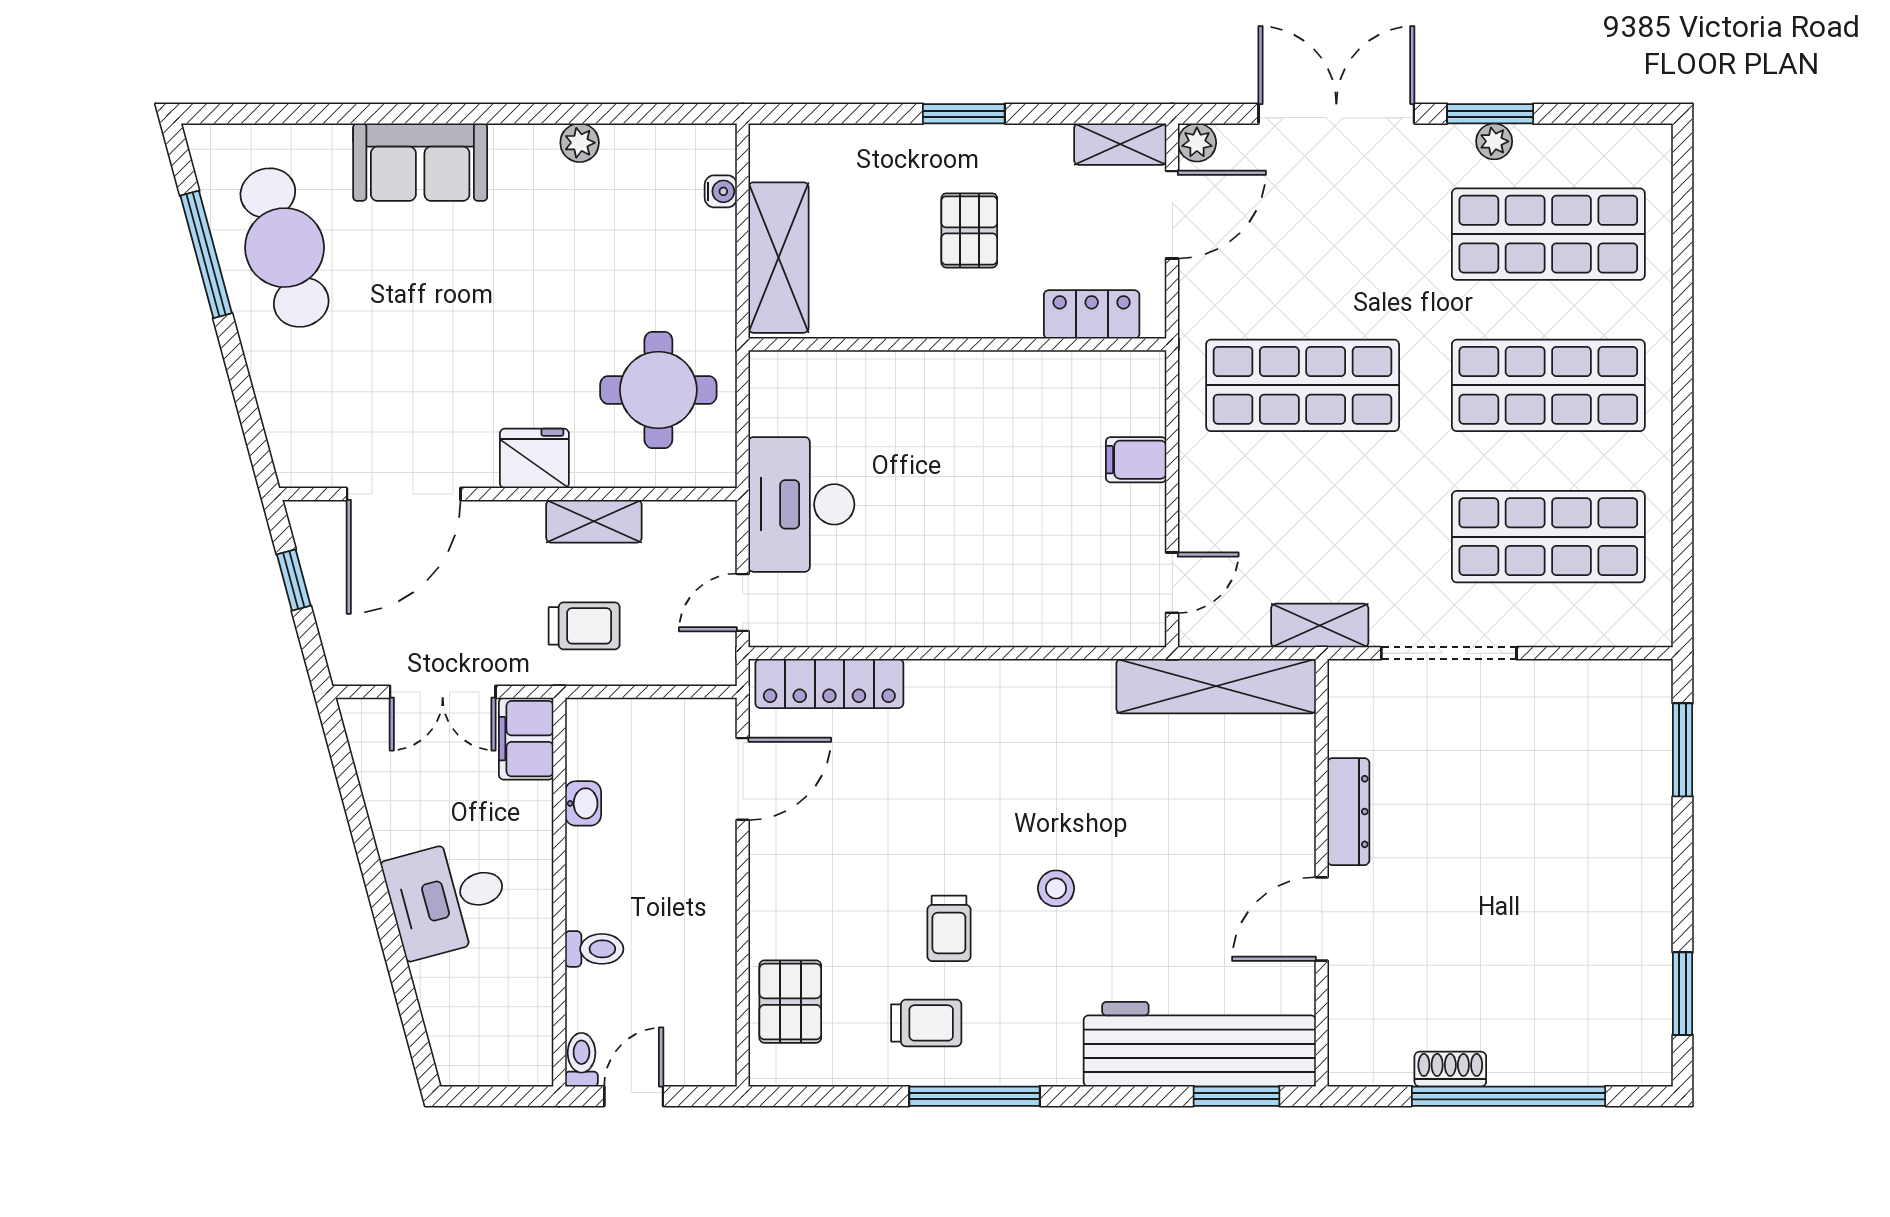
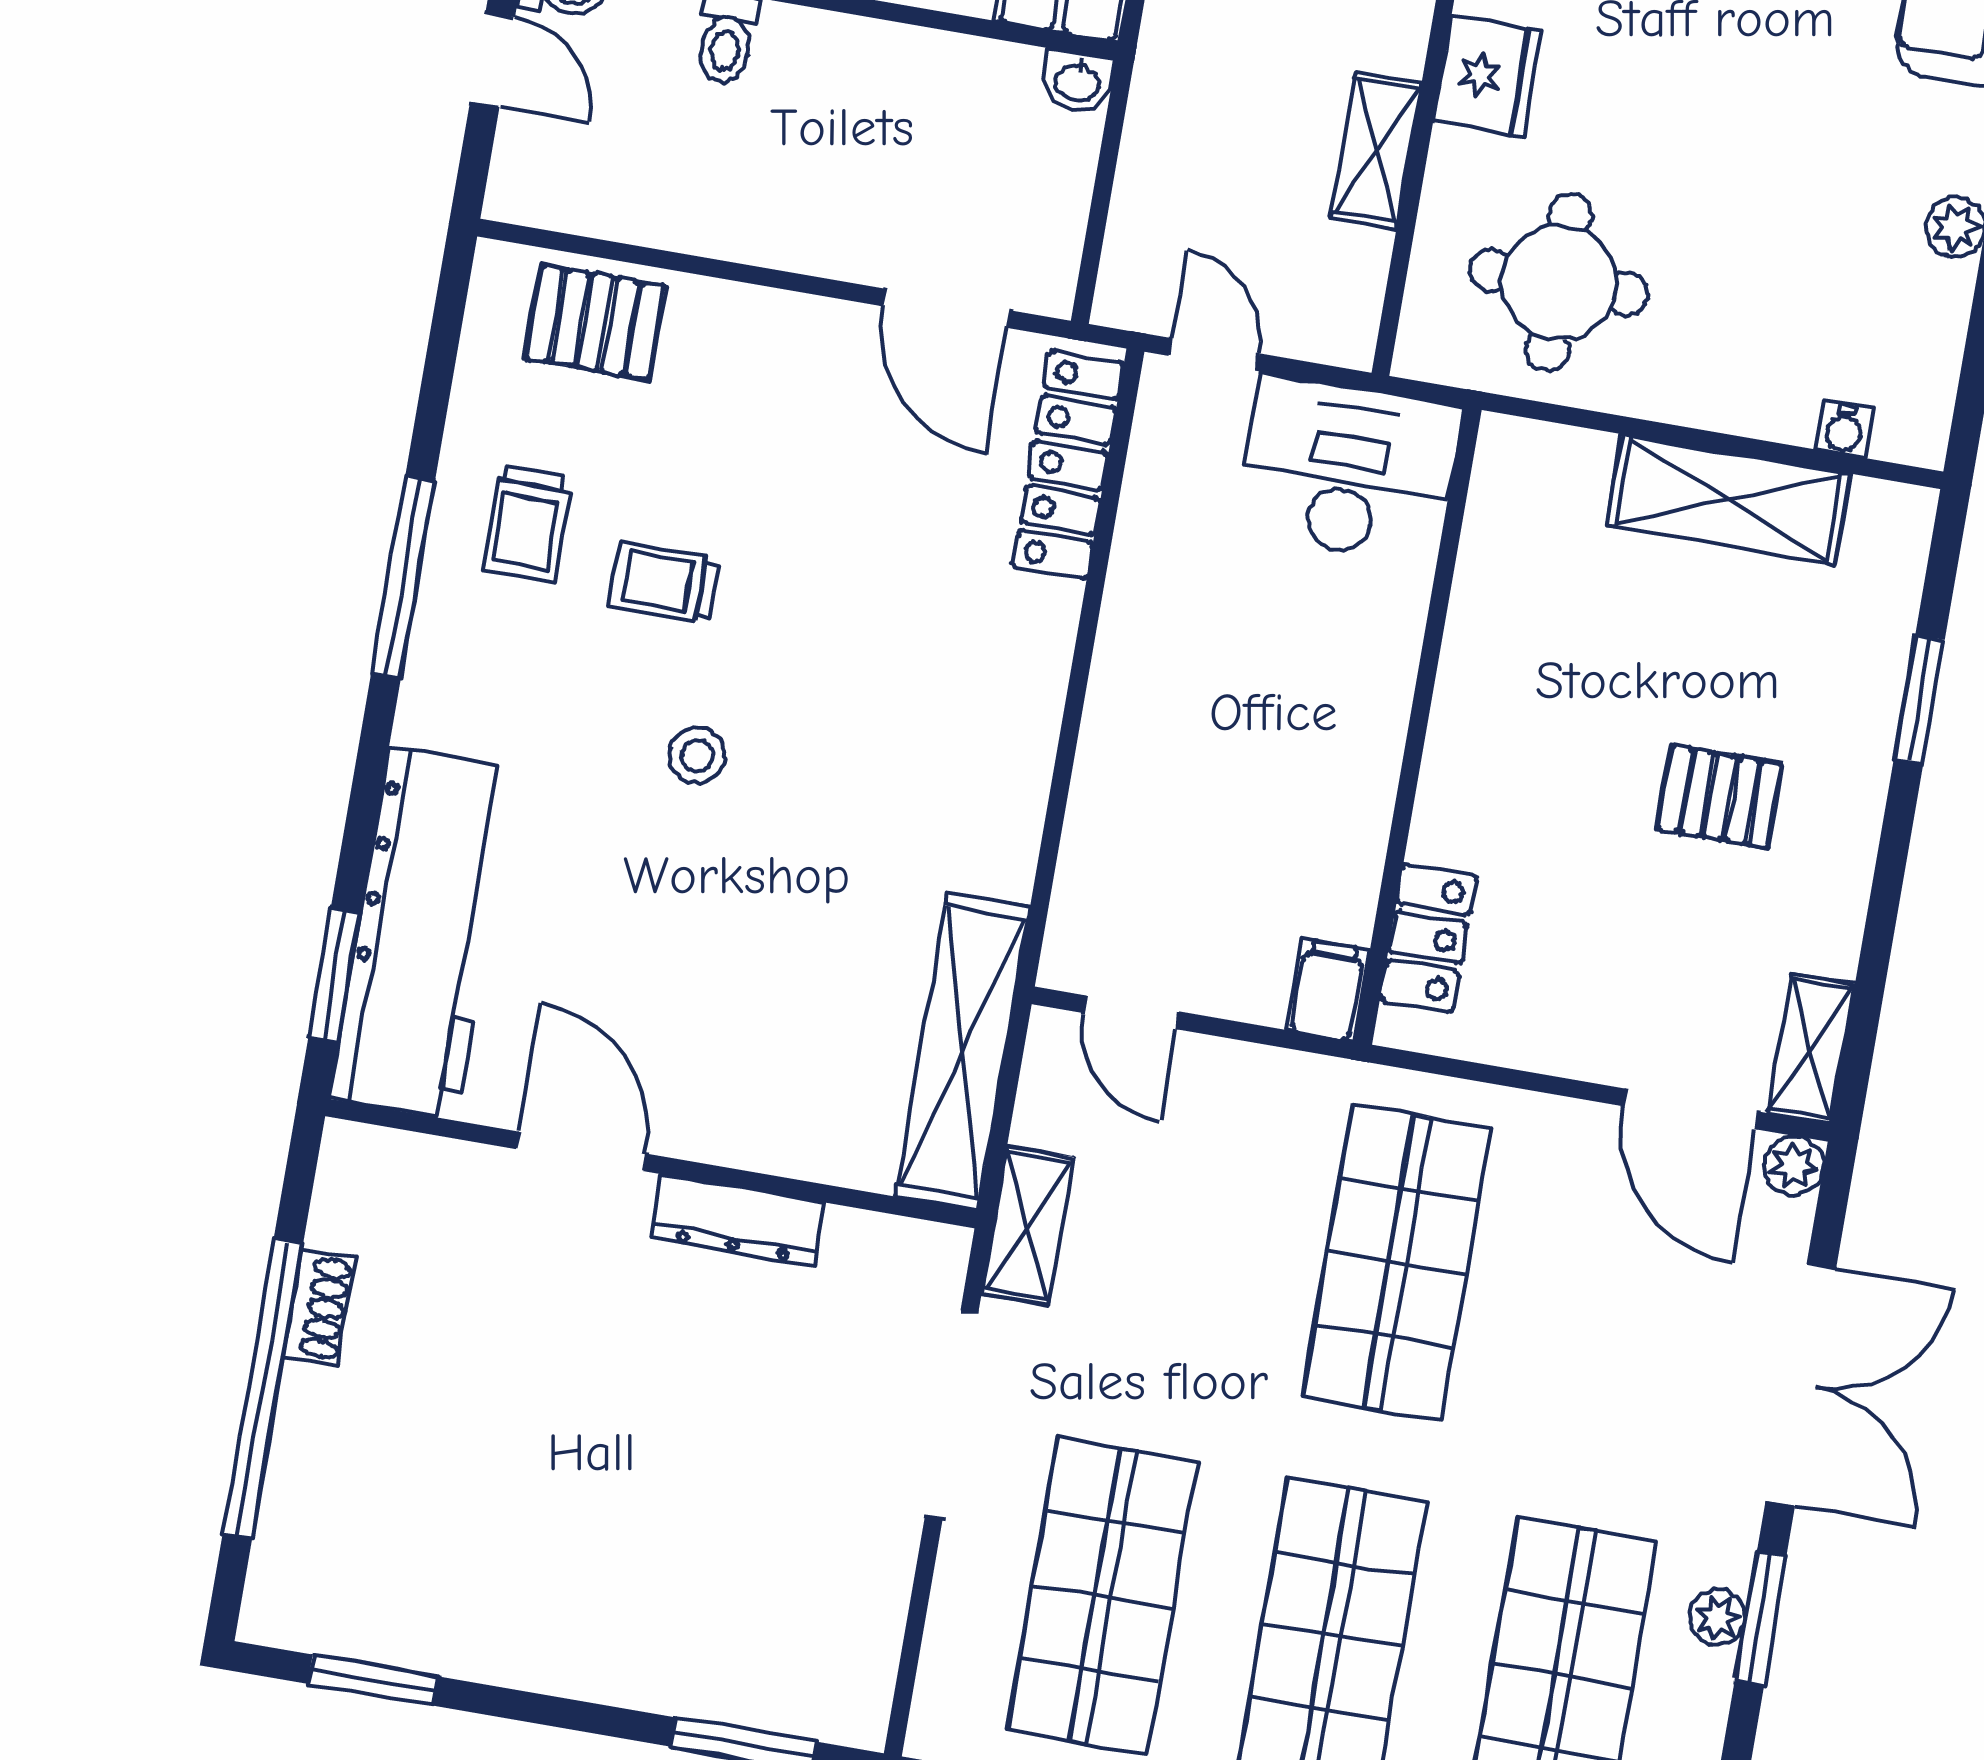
window: (964, 114) -> (1919, 700), moved
locker: (1092, 314) -> (1428, 938), moved
wall: (957, 344) -> (1418, 726), moved
trolley: (584, 626) -> (1220, 108), removed
washbasin: (583, 803) -> (1078, 81), moved

